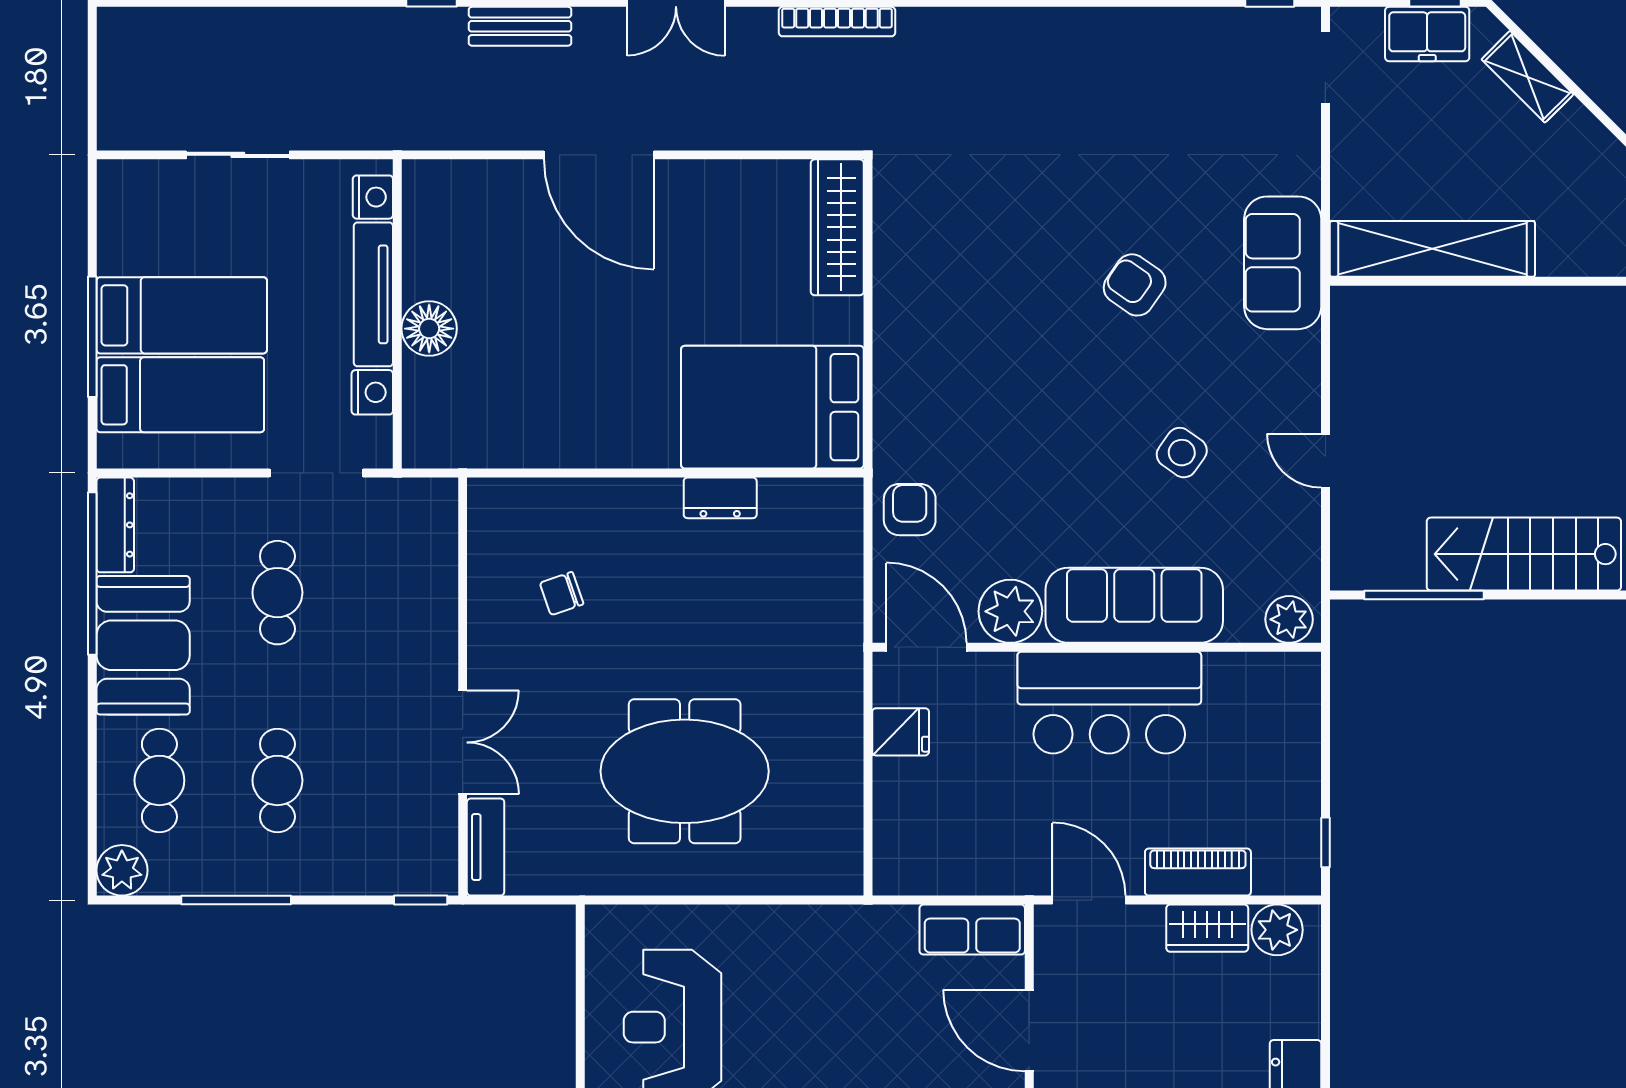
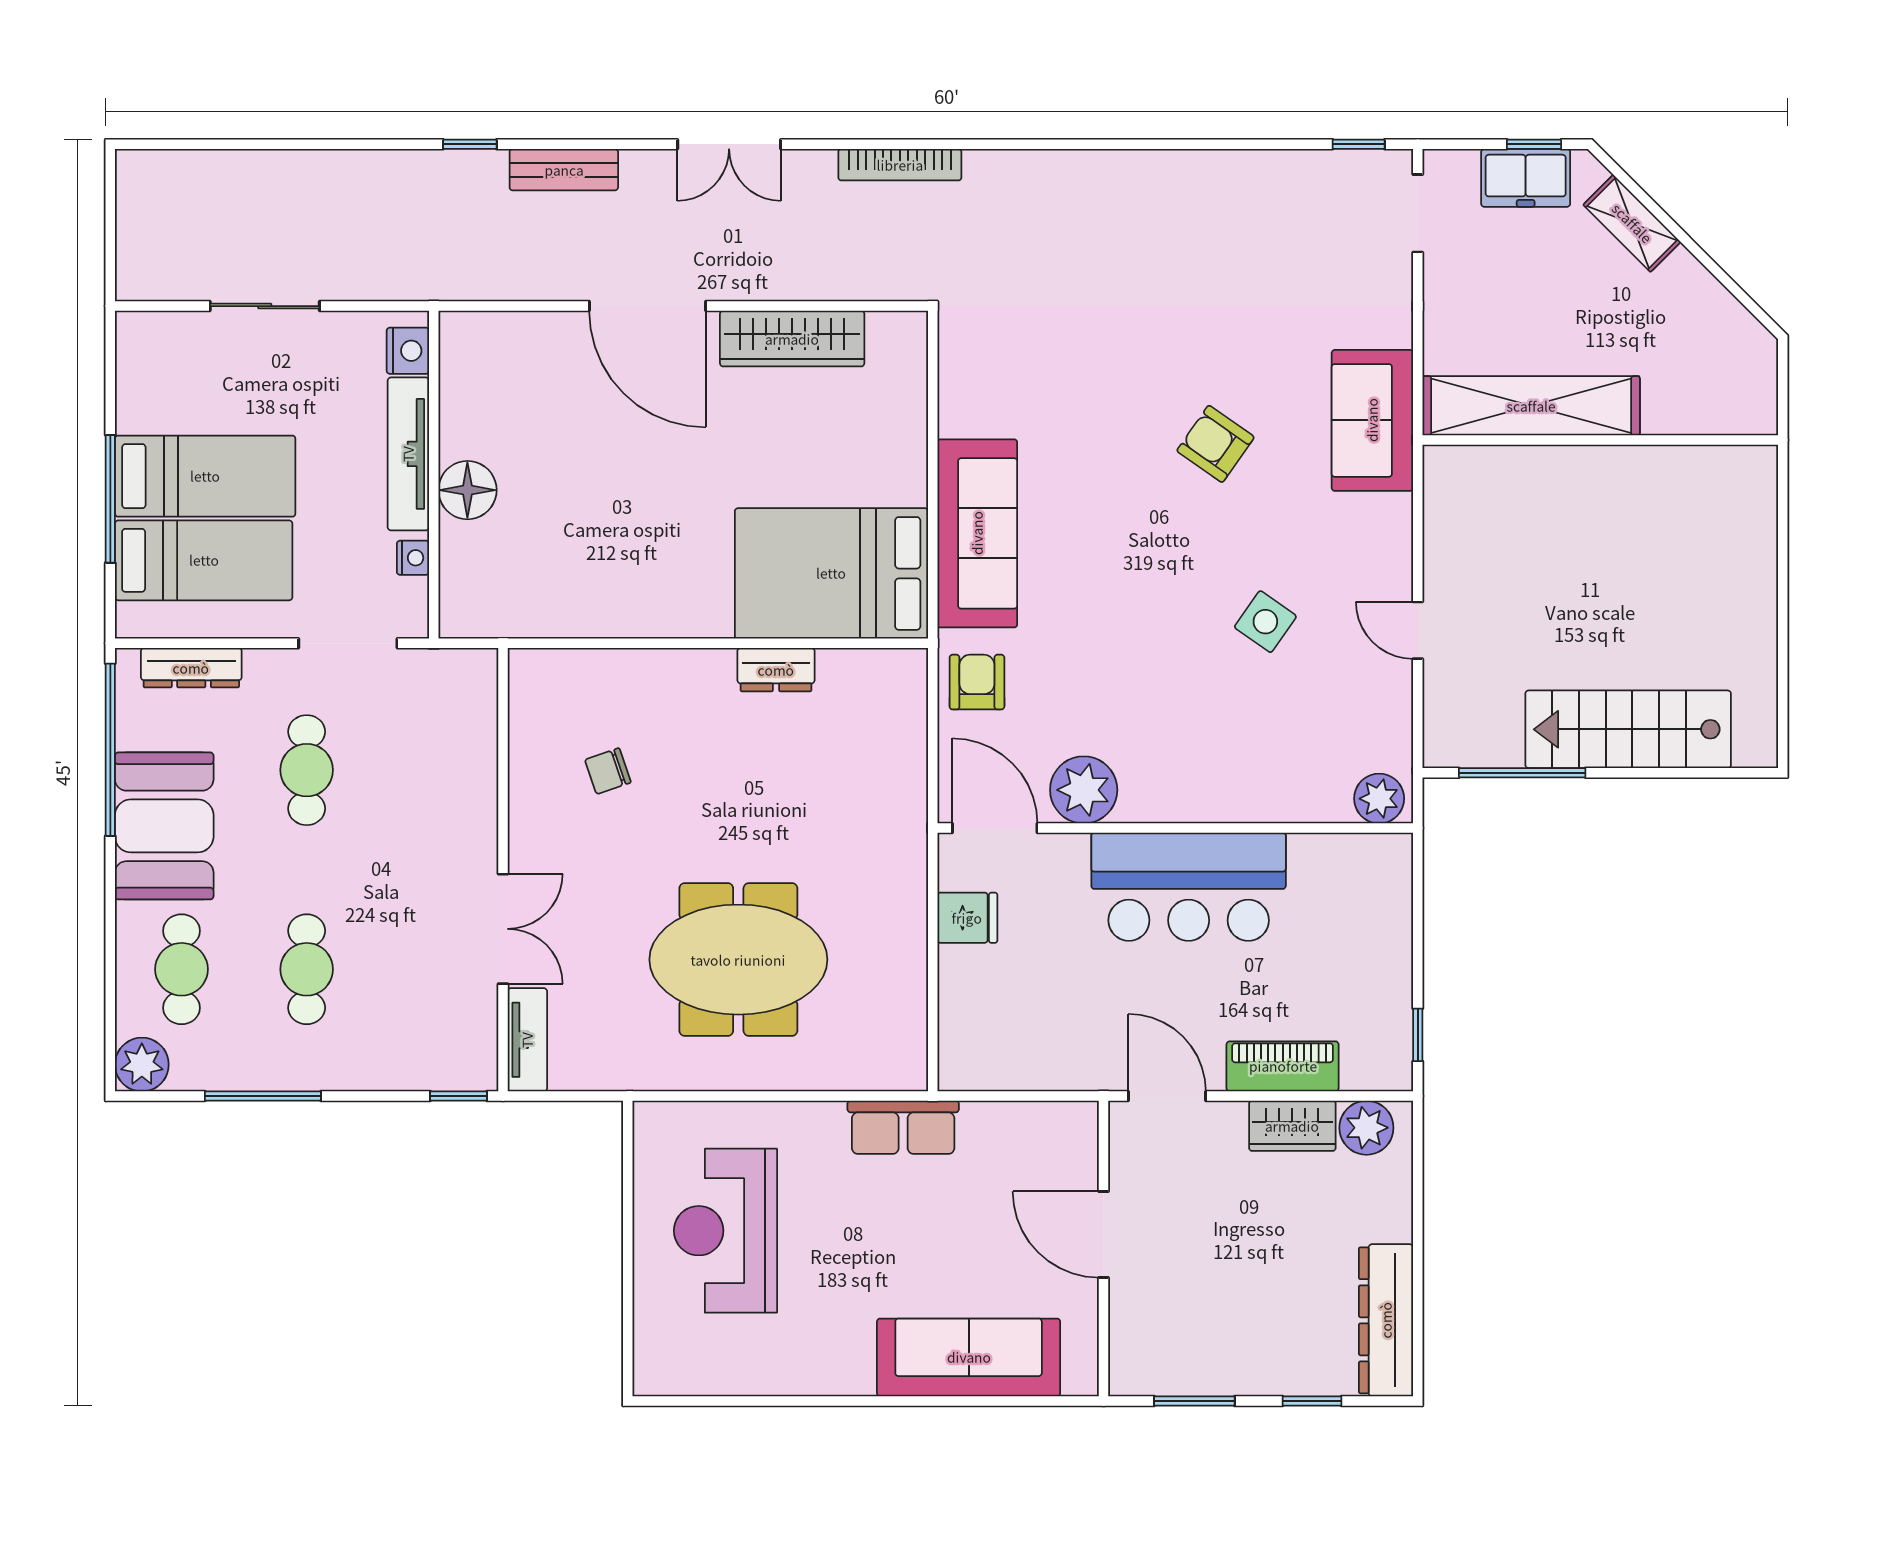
wardrobe: (837, 227) -> (792, 339), moved, turned -90
nightstand: (372, 392) -> (413, 558), width x0.72, depth x0.74
dresser: (115, 525) -> (191, 668), moved, turned 90
sofa: (1134, 605) -> (977, 533), moved, turned 90
row of seats: (972, 930) -> (903, 1127), moved

